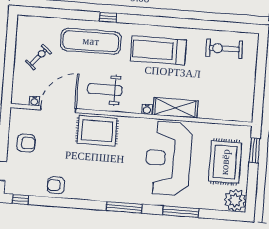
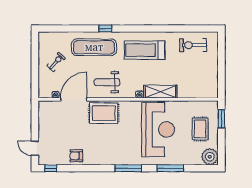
armchair: (26, 143) -> (52, 126), removed
reception desk: (168, 158) -> (158, 130), turned 180
rug: (225, 162) -> (200, 129), width x0.73, depth x0.70

